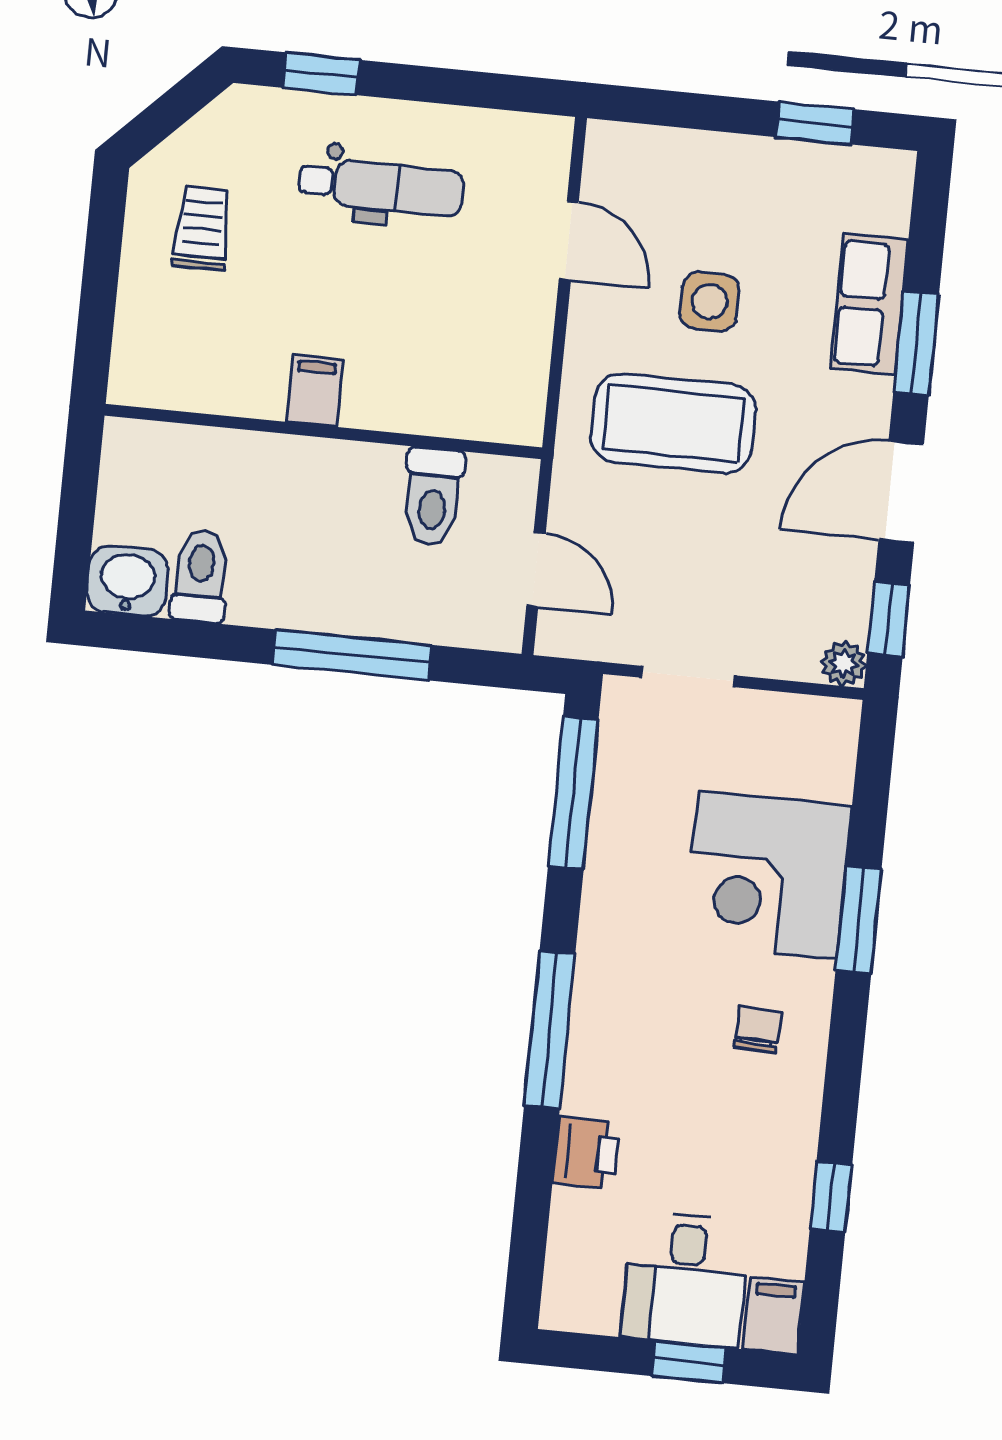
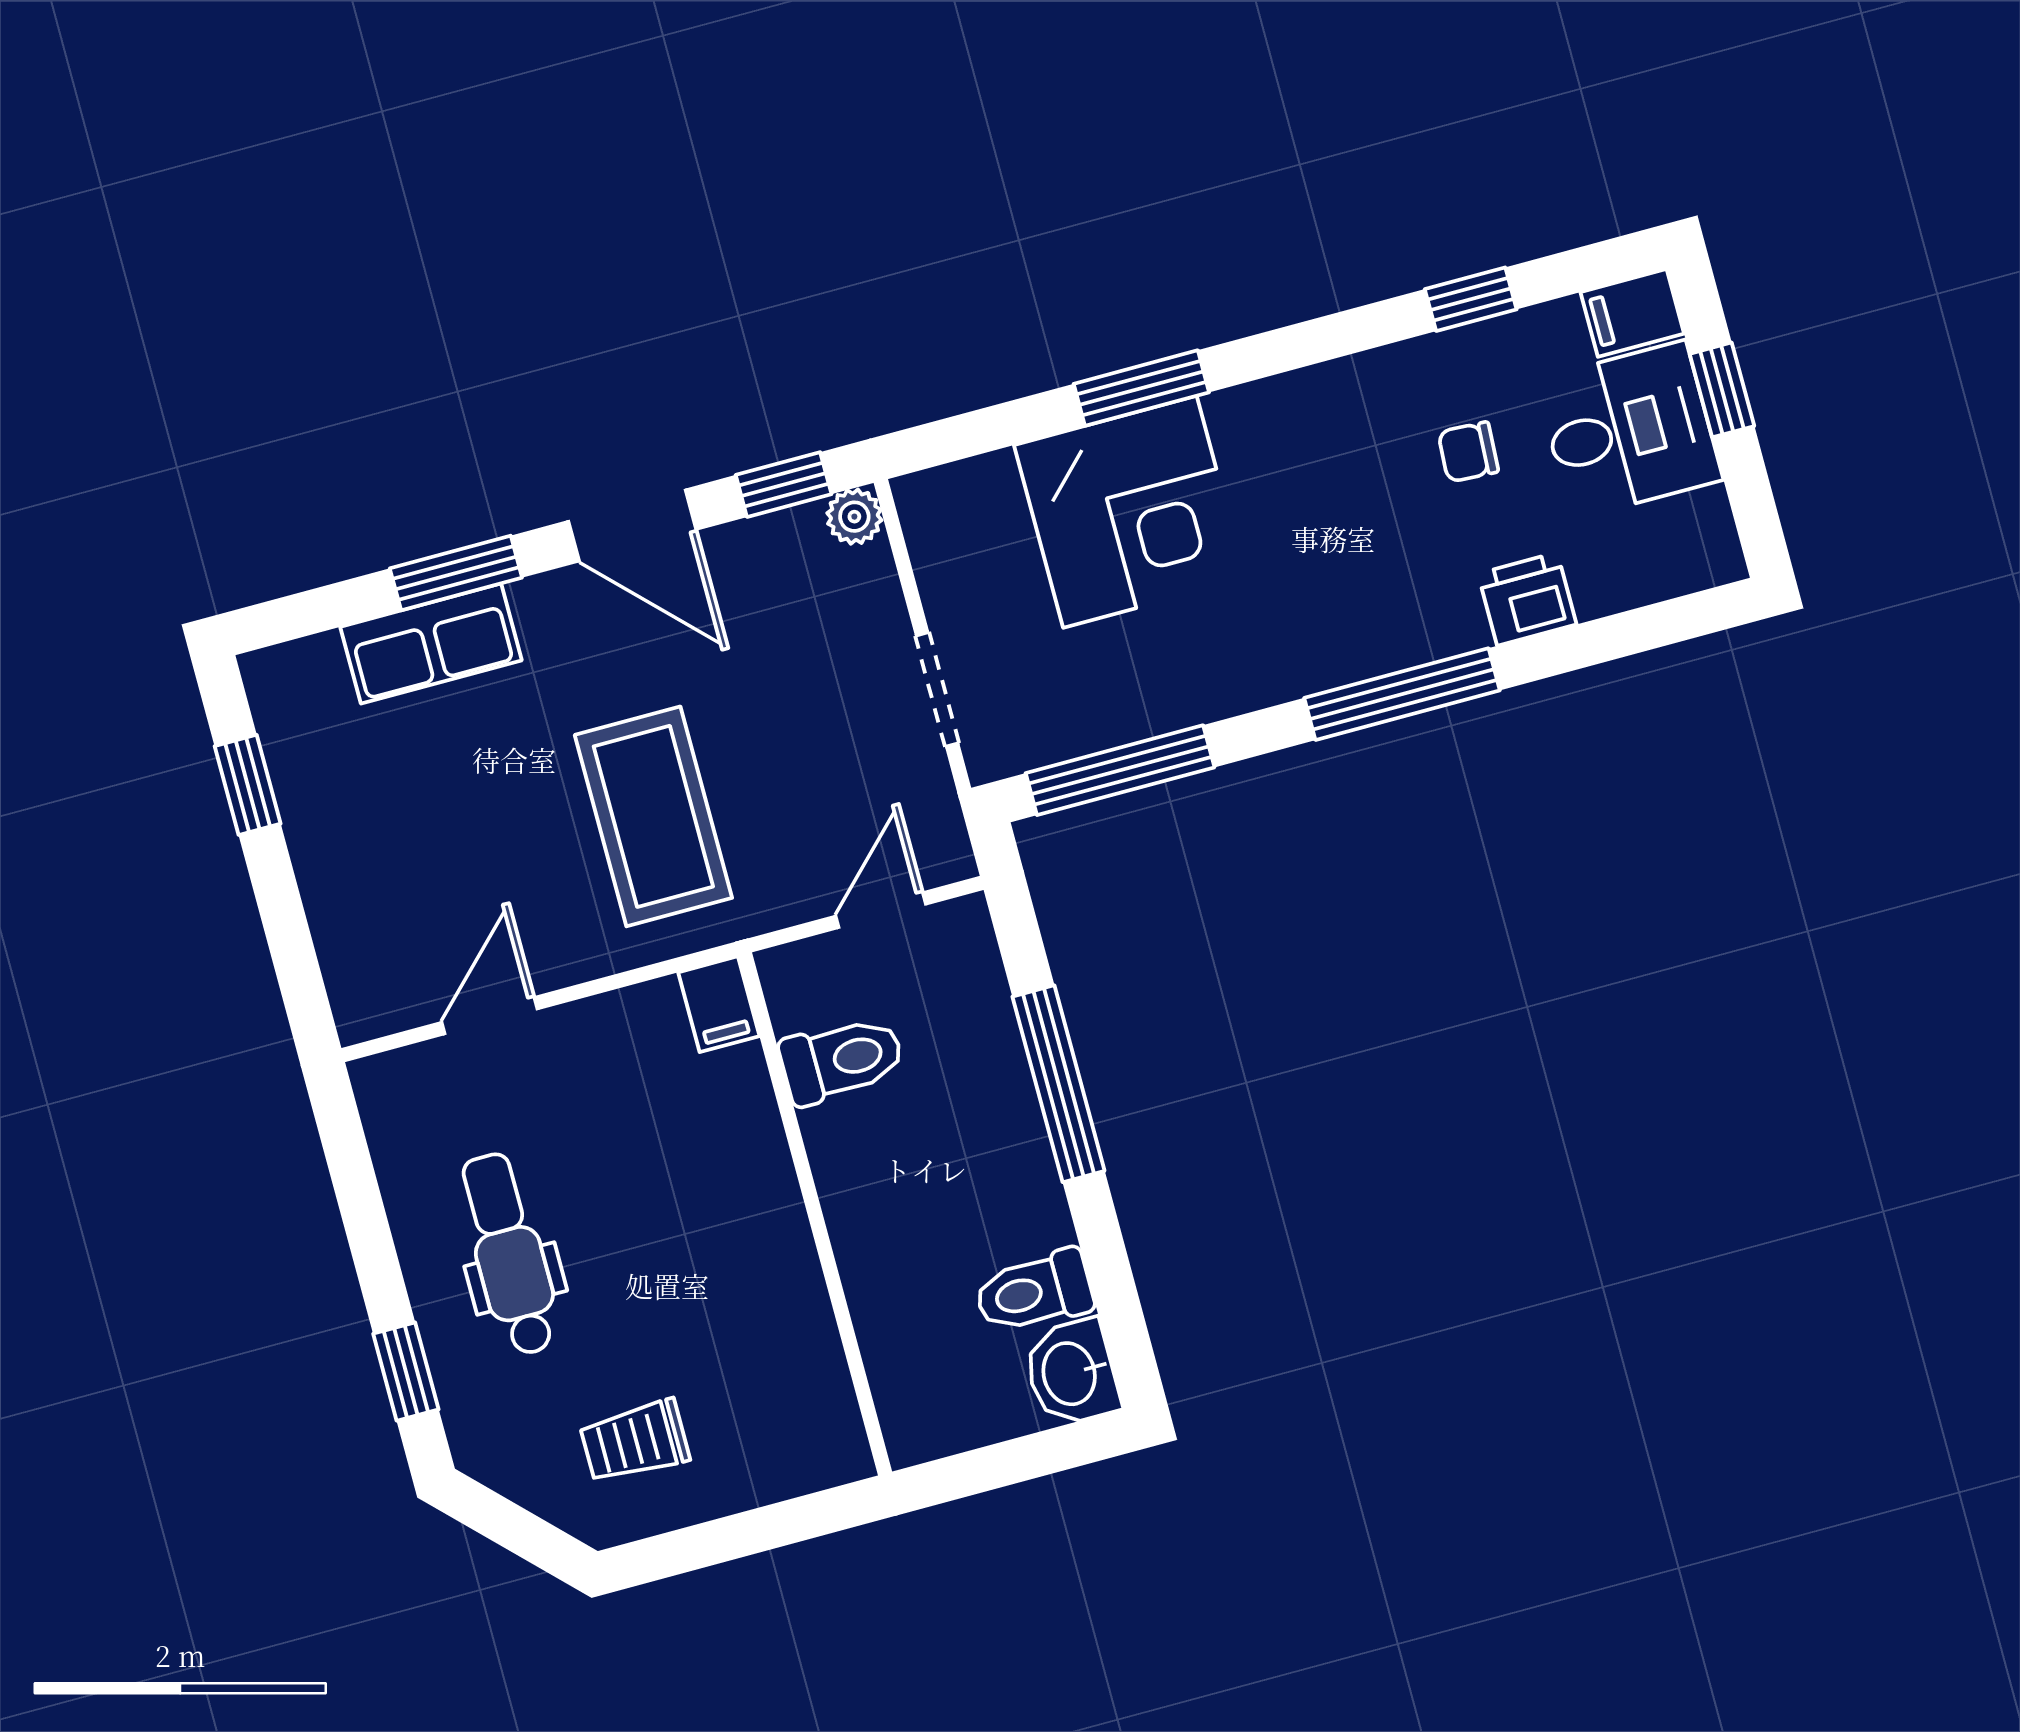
side table: (709, 302) -> (498, 828), removed
filing cabinet: (315, 391) -> (719, 1004), moved, turned -90
chair: (758, 1029) -> (1468, 452), moved

